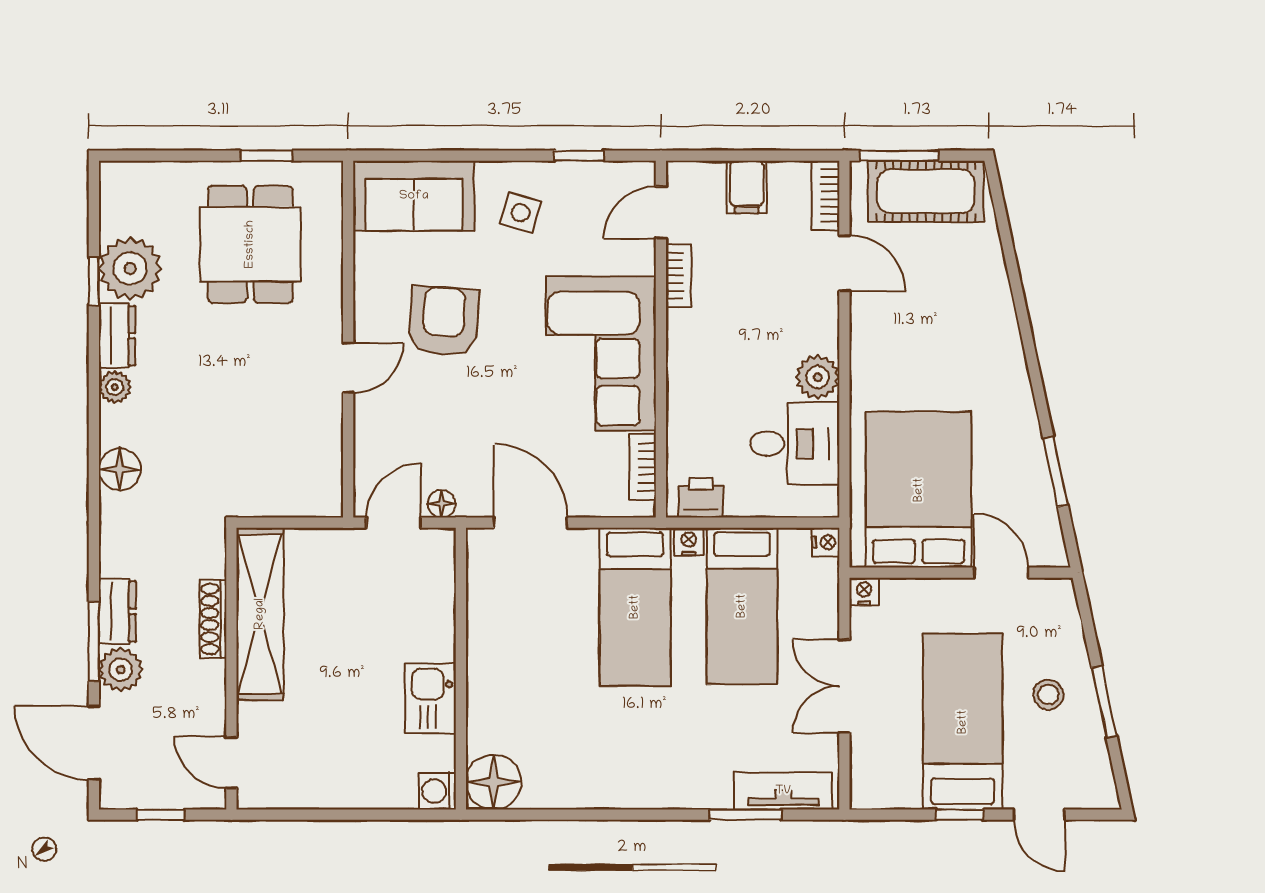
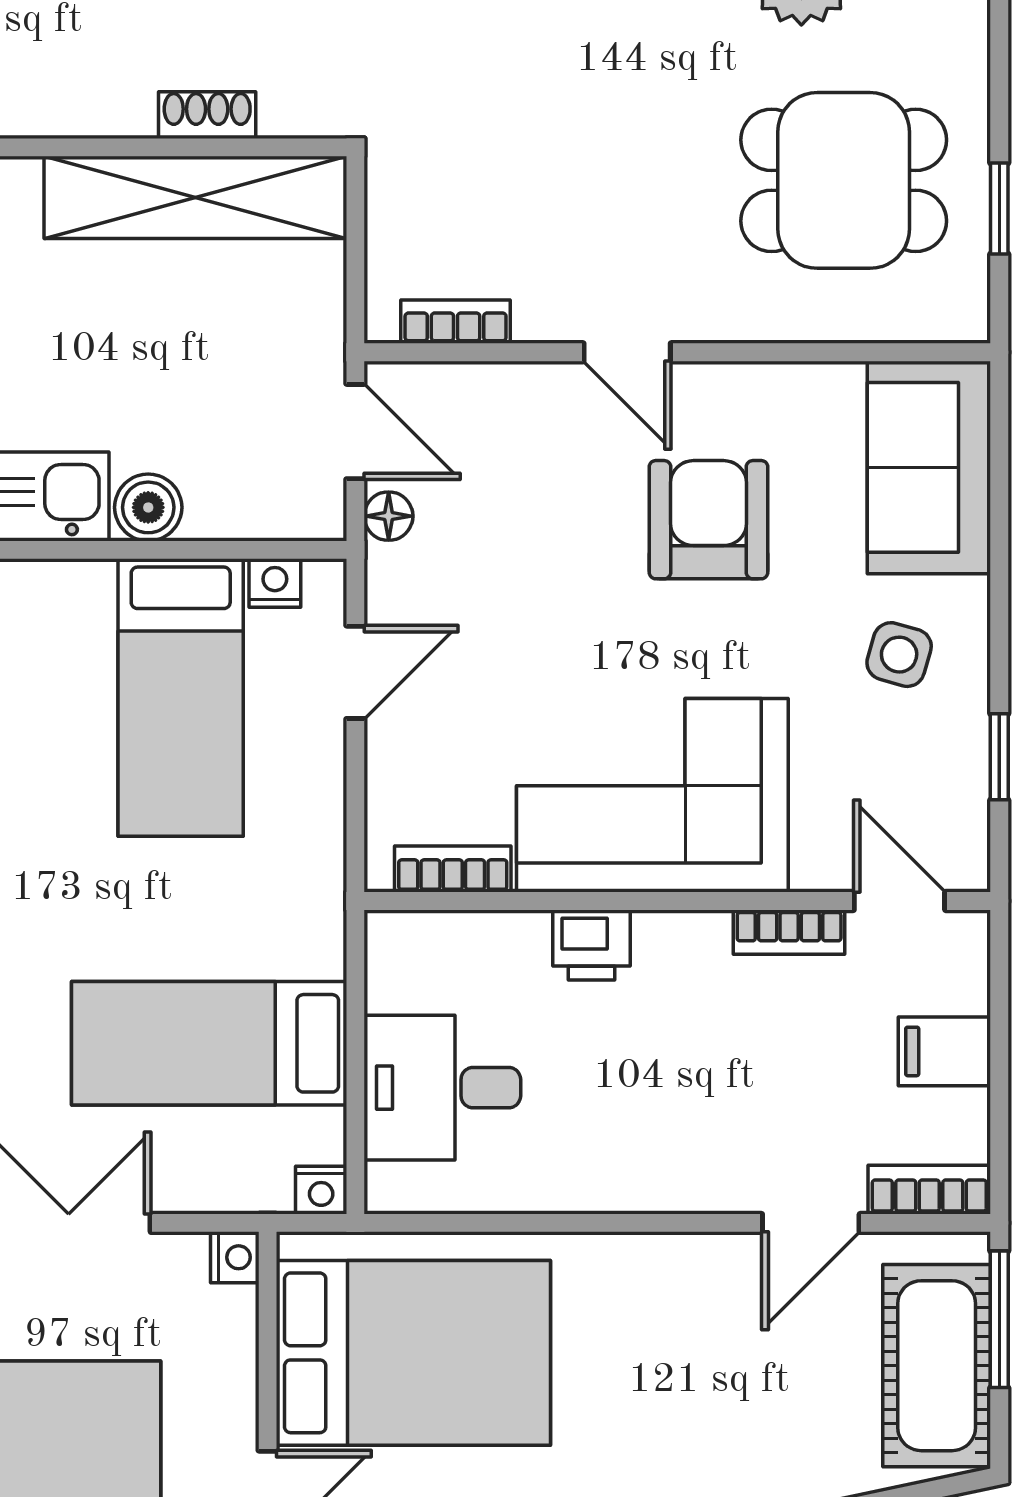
armchair: (444, 321) -> (709, 520), turned -94
plant: (818, 377) -> (611, 1176), removed
desk: (795, 444) -> (442, 1088), moved, turned 90
bookcase: (331, 466) -> (456, 322), added
printer: (701, 498) -> (592, 945), moved, turned 90
door: (531, 523) -> (355, 672), width x0.73
nightstand: (689, 542) -> (275, 583), moved, turned -90
bed: (635, 607) -> (181, 697), moved, turned -90
shoe rack: (213, 619) -> (207, 115), width x0.70
boiler: (437, 641) -> (148, 507), added

